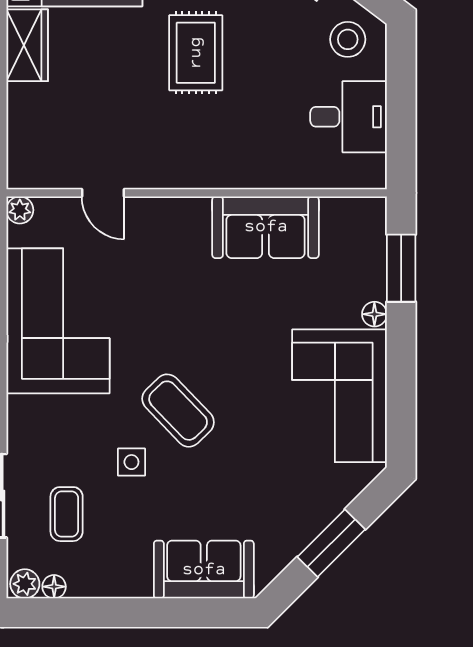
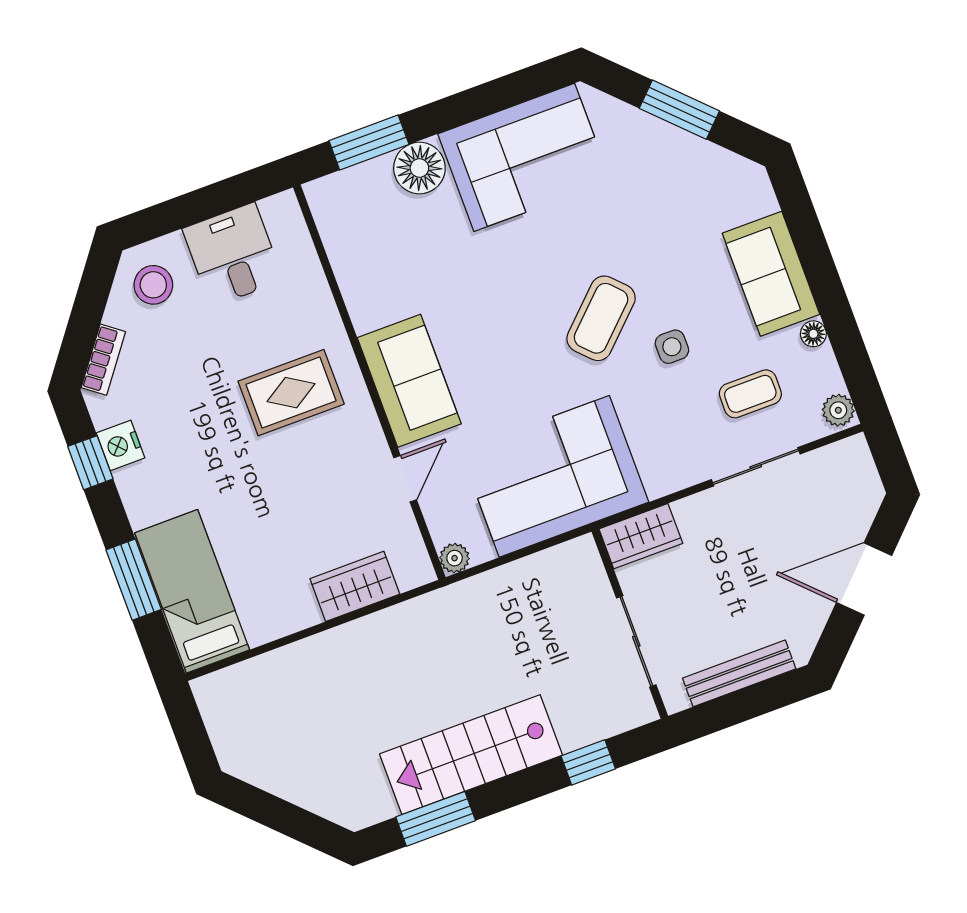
wardrobe: (27, 45) -> (355, 586), moved
rug: (196, 53) -> (291, 393), moved
sofa: (266, 227) -> (409, 381), moved
floor lamp: (374, 314) -> (419, 168), width x1.89, depth x1.89
sofa: (204, 570) -> (771, 274), moved
floor lamp: (54, 587) -> (813, 334), moved

